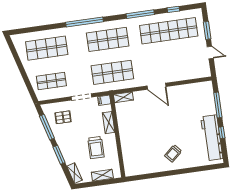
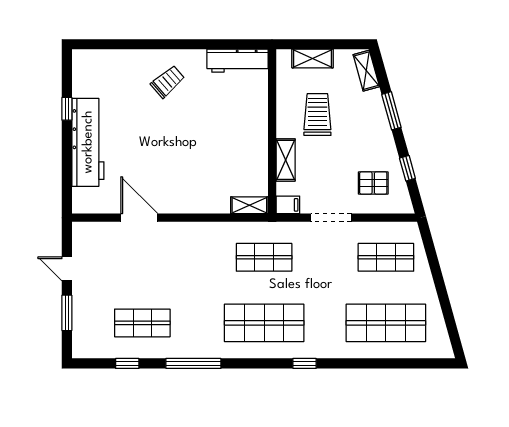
window: (85, 22) -> (305, 363), width x0.32
shop shelf: (169, 31) -> (142, 323), width x0.50, depth x0.74
shop shelf: (112, 72) -> (264, 257), width x0.70, depth x0.74
door: (156, 86) -> (139, 218), moved
window: (218, 105) -> (67, 164), removed
window: (47, 127) -> (407, 168), width x0.46
workbench: (212, 138) -> (88, 142), moved
workbench: (140, 169) -> (237, 61), added

